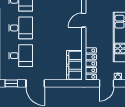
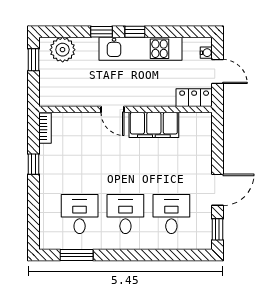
locker: (91, 64) -> (194, 98), width x0.66
filing cabinet: (74, 65) -> (154, 125), moved

